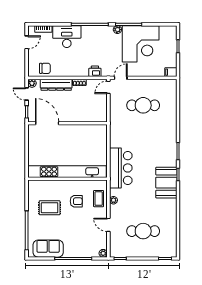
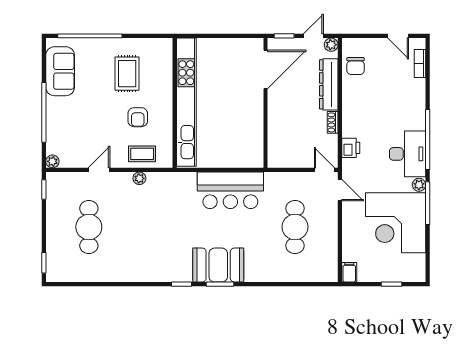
desk: (67, 37) -> (408, 154), moved
bar counter: (121, 168) -> (230, 190), moved
booth: (166, 183) -> (218, 265), moved

